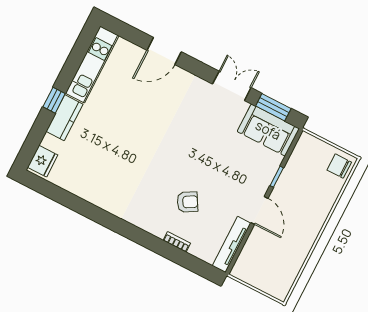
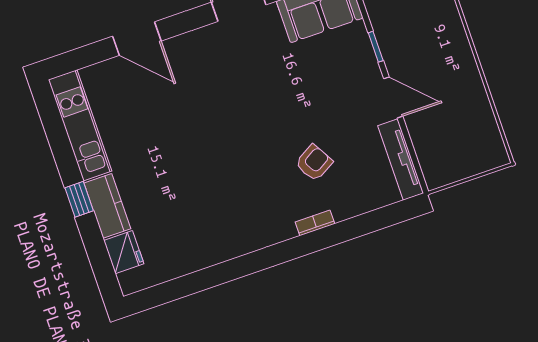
door: (164, 51) -> (137, 39), hinge flipped
fridge: (43, 161) -> (124, 252), moved
bookcase: (177, 242) -> (315, 223), moved

